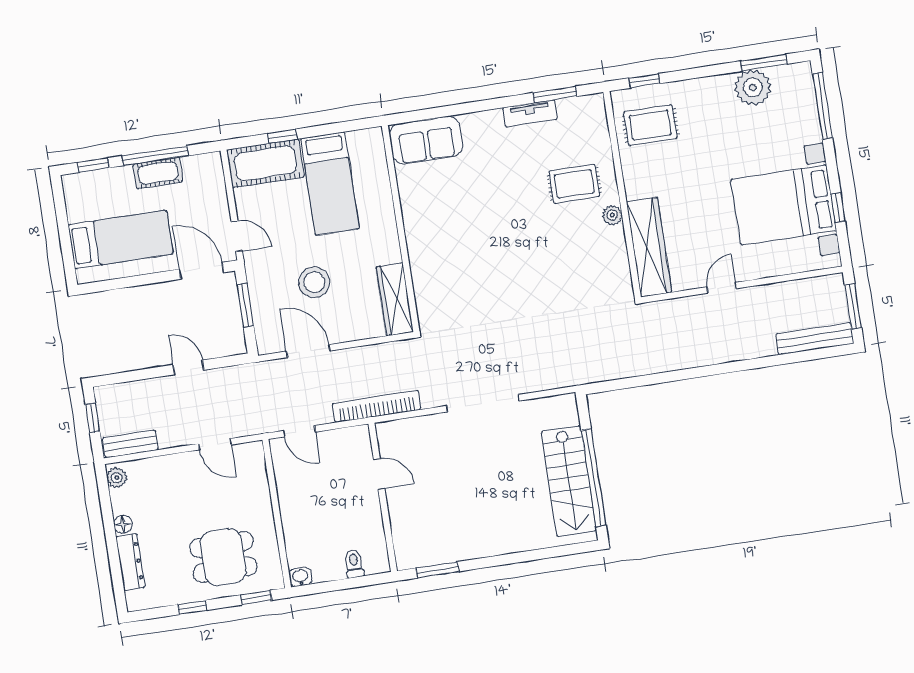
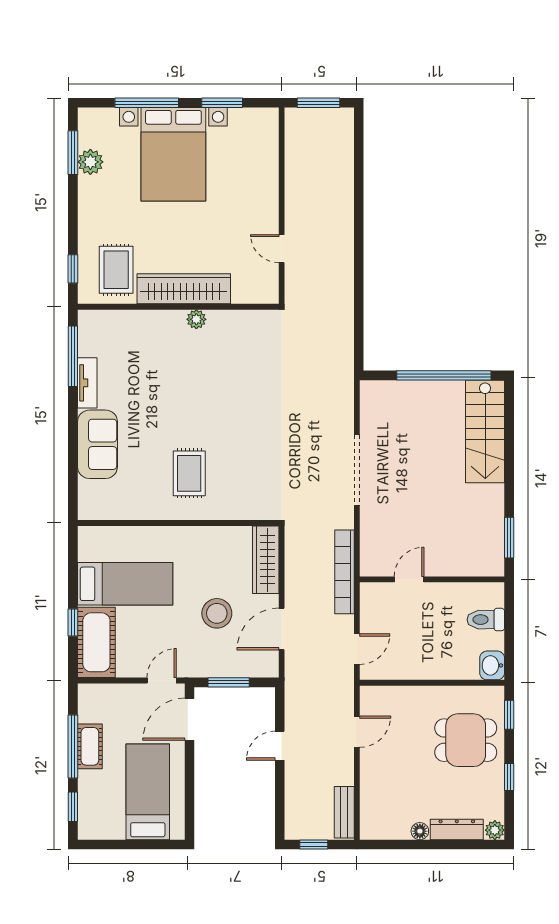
plant: (753, 87) -> (90, 162), width x0.73, depth x0.73
window: (555, 94) -> (73, 356), width x1.44
window: (822, 106) -> (147, 103), moved
sofa: (426, 140) -> (97, 444), moved
rug: (574, 184) -> (189, 473), moved
bed with nightstands: (784, 205) -> (173, 154), moved
window: (838, 208) -> (222, 103), width x1.50
wardrobe: (649, 247) -> (184, 289), moved
door: (722, 288) -> (282, 249), moved
wardrobe: (395, 299) -> (266, 560), moved, turned 90
bench: (815, 339) -> (344, 144), removed
plant: (117, 478) -> (495, 830), moved
stairs: (569, 481) -> (485, 431), moved, turned 90
dining table: (223, 557) -> (466, 740), turned 90
toilet: (354, 564) -> (486, 620), width x1.37, depth x1.39
washbasin: (300, 577) -> (492, 665), width x1.38, depth x1.45

